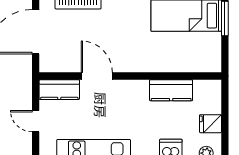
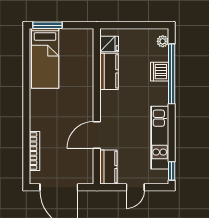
fridge: (210, 124) -> (109, 44), moved, turned -90

